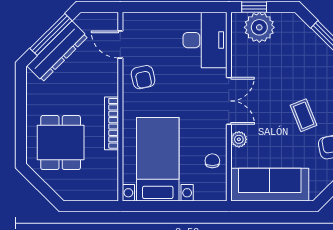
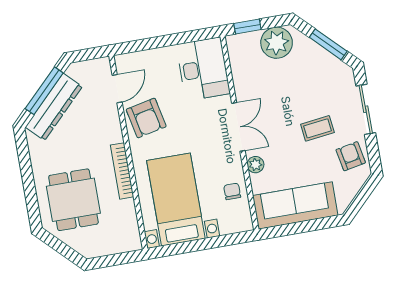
plant: (259, 27) -> (277, 43), moved
door: (120, 44) -> (117, 89), swing flipped
armchair: (143, 77) -> (146, 118), width x1.38, depth x1.38
coffee table: (304, 115) -> (317, 128), turned -75

